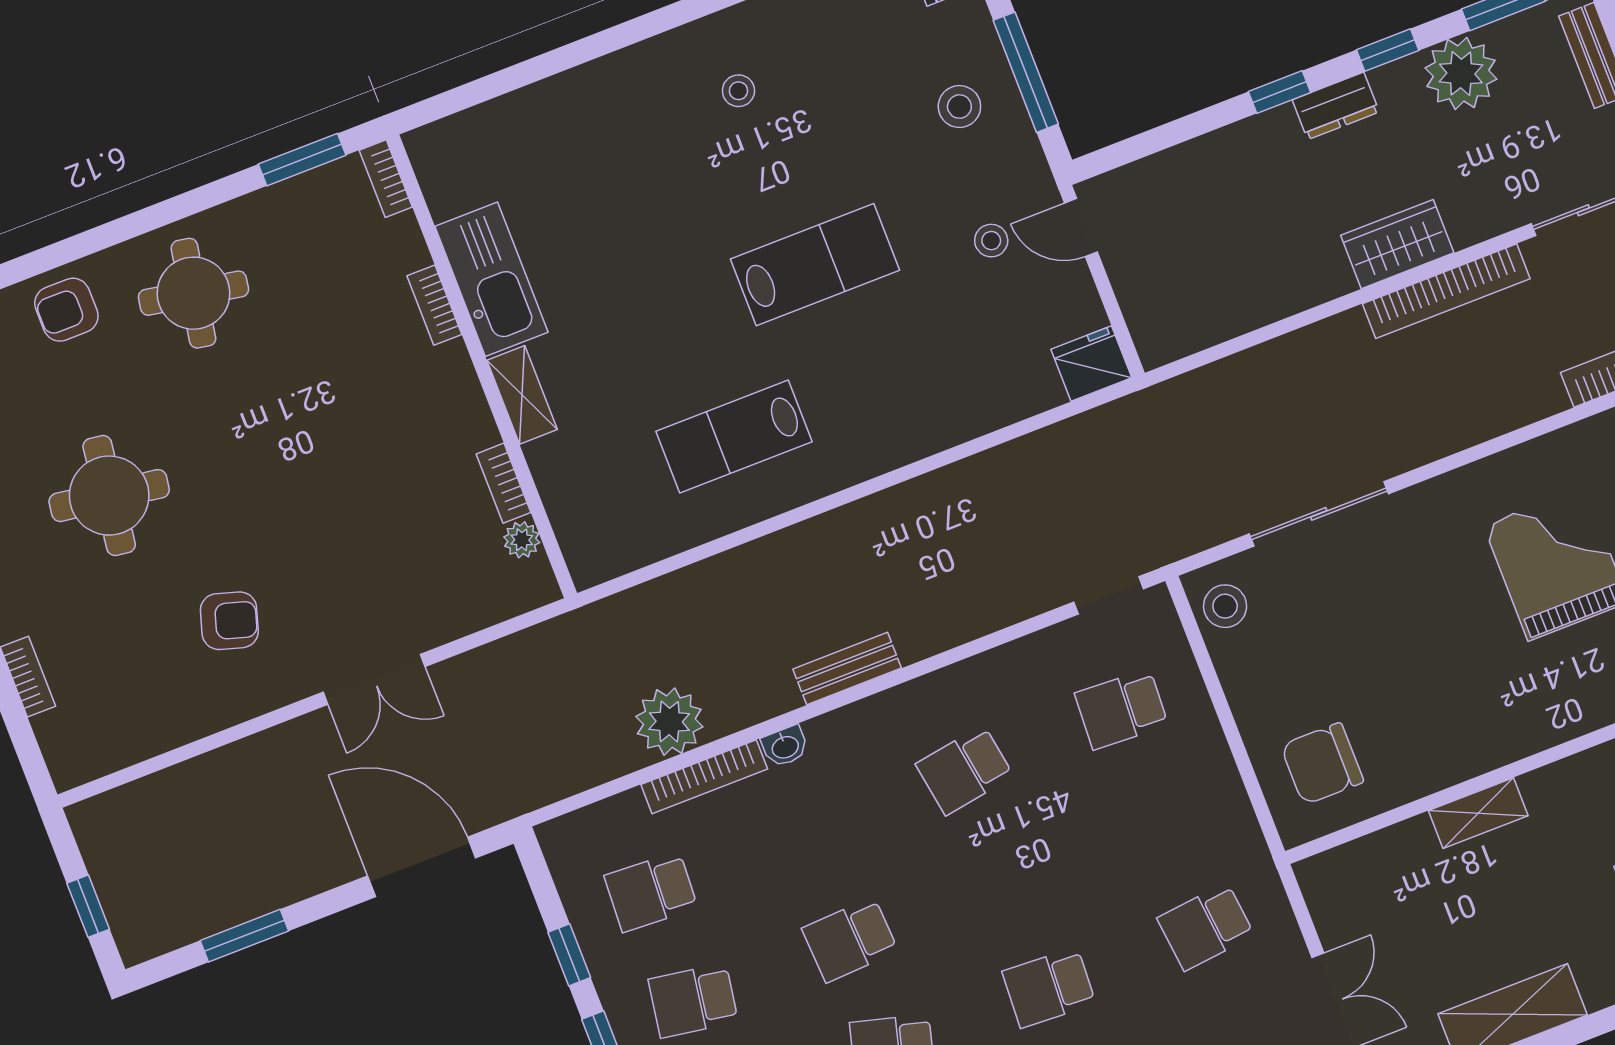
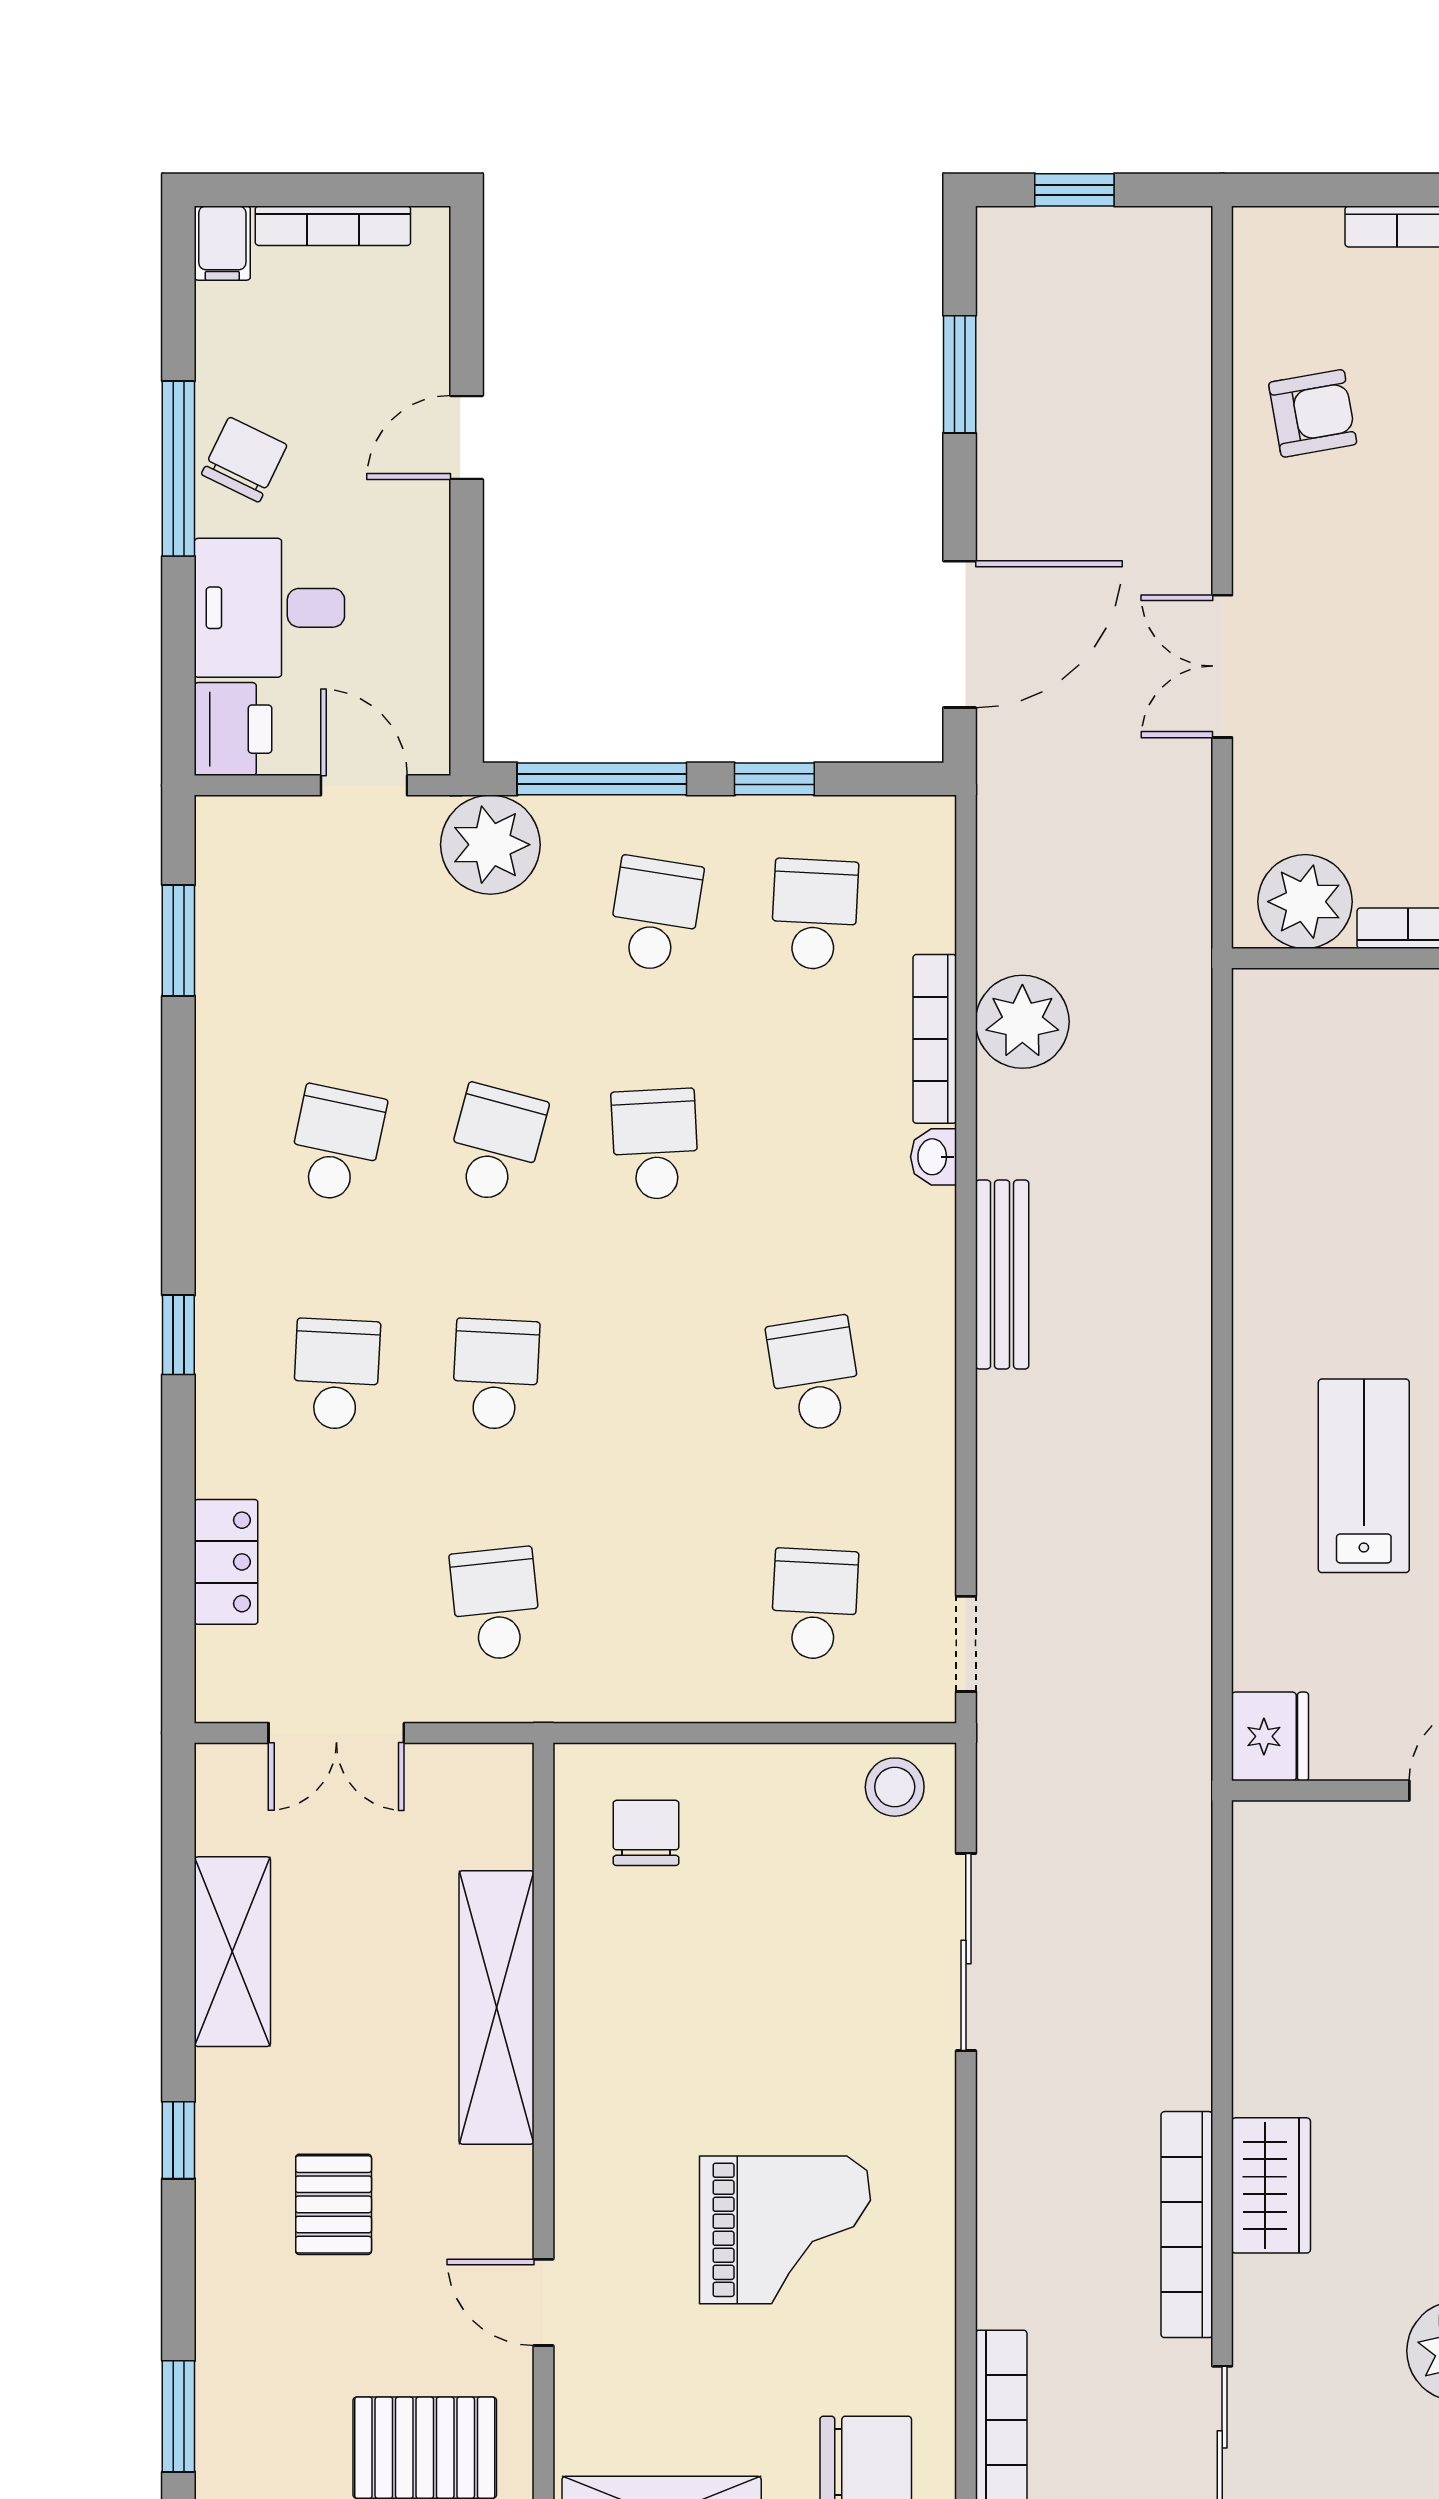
lab bench: (734, 436) -> (1364, 1476), moved
plant: (522, 540) -> (1305, 902), width x1.87, depth x1.87
armchair: (229, 621) -> (1313, 413), moved, turned -117
bench: (847, 669) -> (1002, 1274), width x1.36
chair: (1322, 764) -> (646, 1833), width x0.73, depth x0.73
shelving: (1478, 813) -> (496, 2007), width x2.20, depth x1.33

